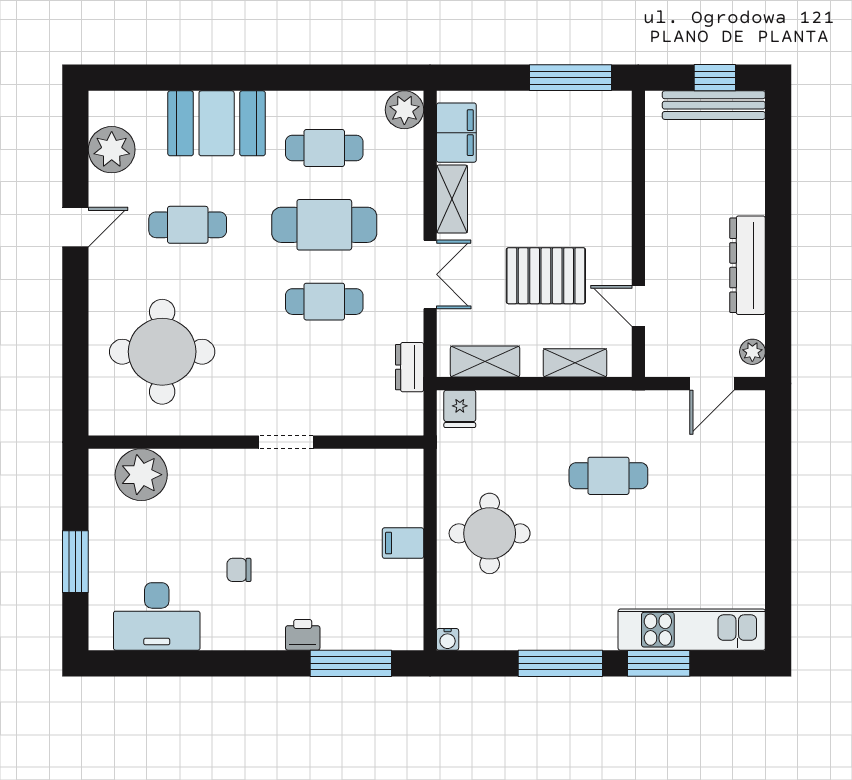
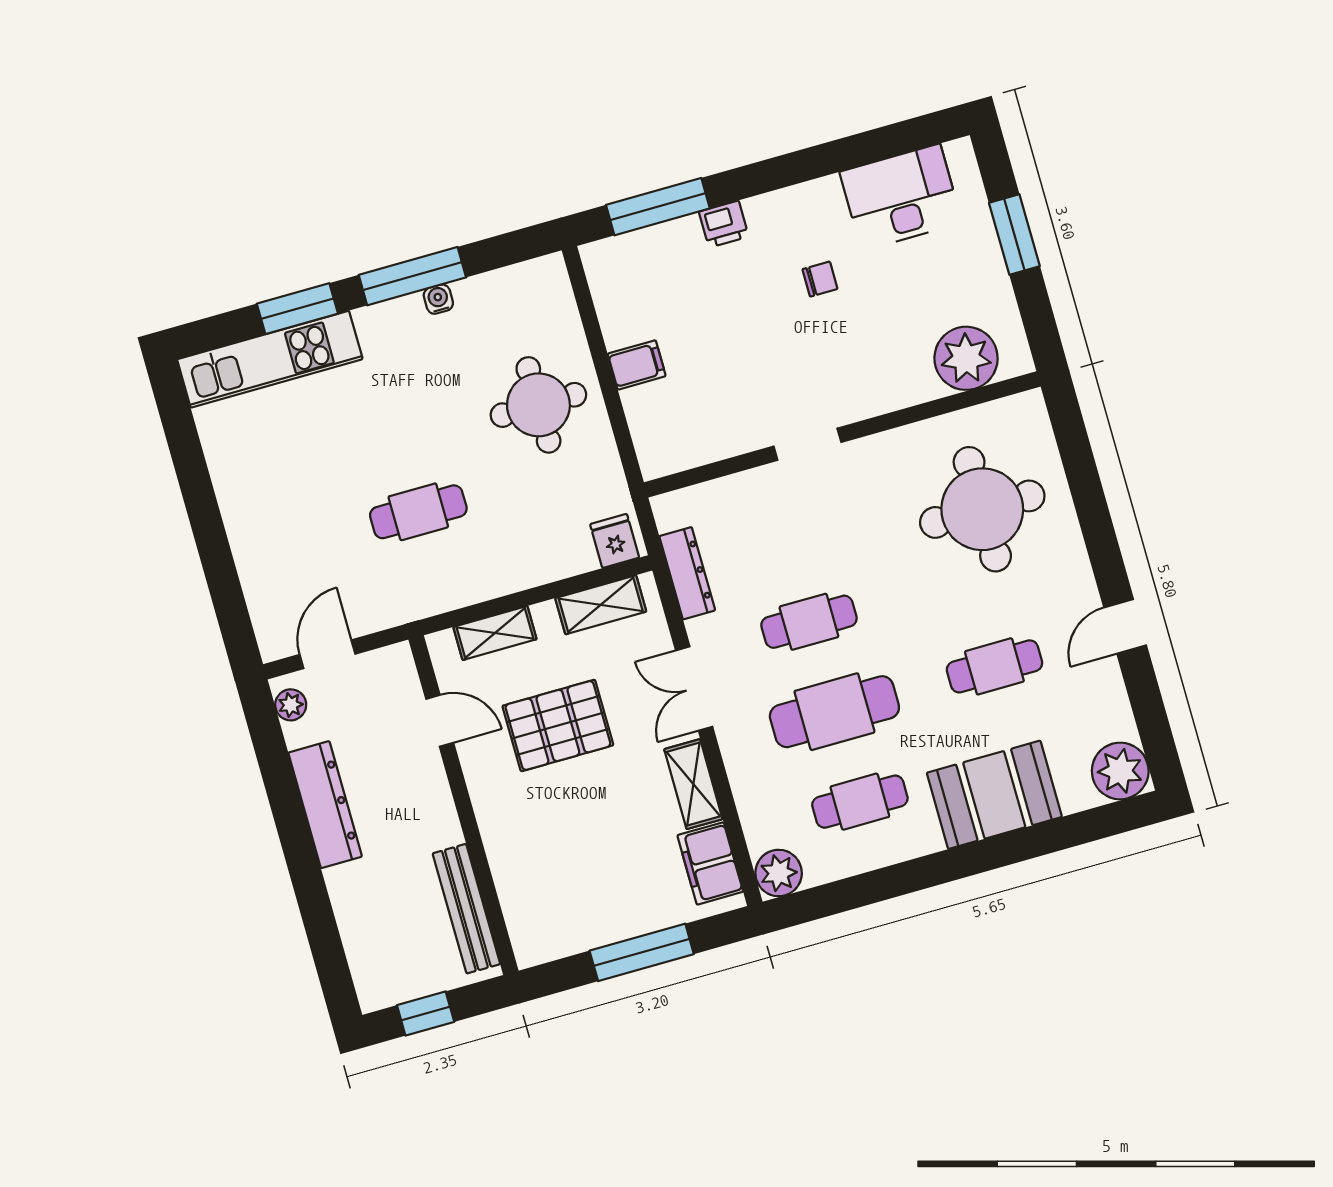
window: (571, 78) -> (642, 952), moved
bench: (714, 105) -> (466, 909), moved, turned 90
plant: (112, 150) -> (1120, 771), moved
dresser: (410, 367) -> (687, 573), width x1.44
water cooler: (448, 639) -> (438, 299), moved

